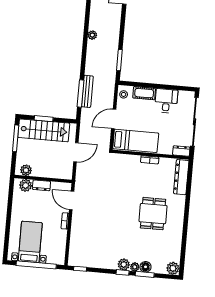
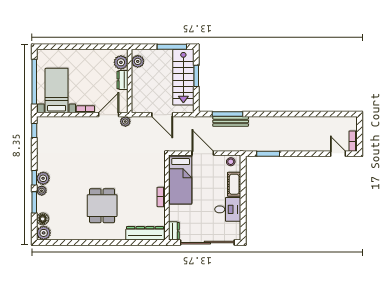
plant: (92, 35) -> (125, 122), moved
dining table: (153, 214) -> (102, 206), turned 90
bed with nightstands: (30, 242) -> (57, 91), moved, turned -90
floor lamp: (146, 267) -> (43, 219), moved

